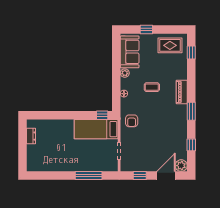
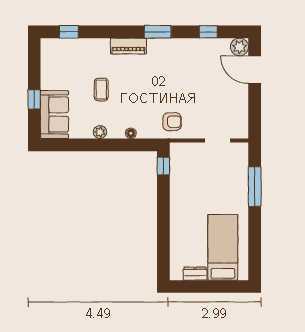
rug: (170, 45) -> (58, 64), removed
sofa: (130, 52) -> (54, 114), moved, turned 90
coffee table: (152, 87) -> (101, 90), moved
bed: (96, 129) -> (223, 247), moved, turned 180
window: (140, 176) -> (255, 110), removed

